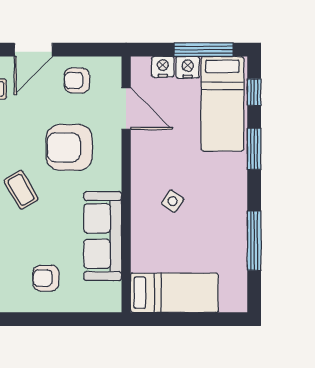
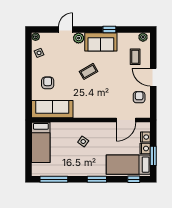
window: (204, 50) -> (153, 156), width x0.69
armchair: (69, 147) -> (108, 94), removed
window: (254, 149) -> (97, 179), moved
sofa: (103, 236) -> (52, 109), moved
window: (254, 241) -> (54, 179), moved

